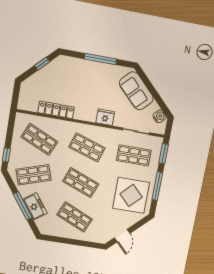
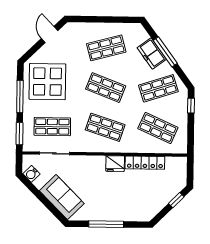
window: (42, 64) -> (176, 200), moved
fridge: (105, 117) -> (115, 164), moved
shop shelf: (75, 217) -> (106, 48), turned -39

